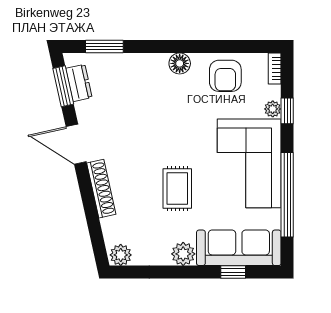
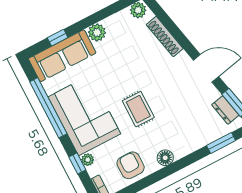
rug: (177, 188) -> (138, 109), moved
shoe rack: (101, 189) -> (165, 36), moved

